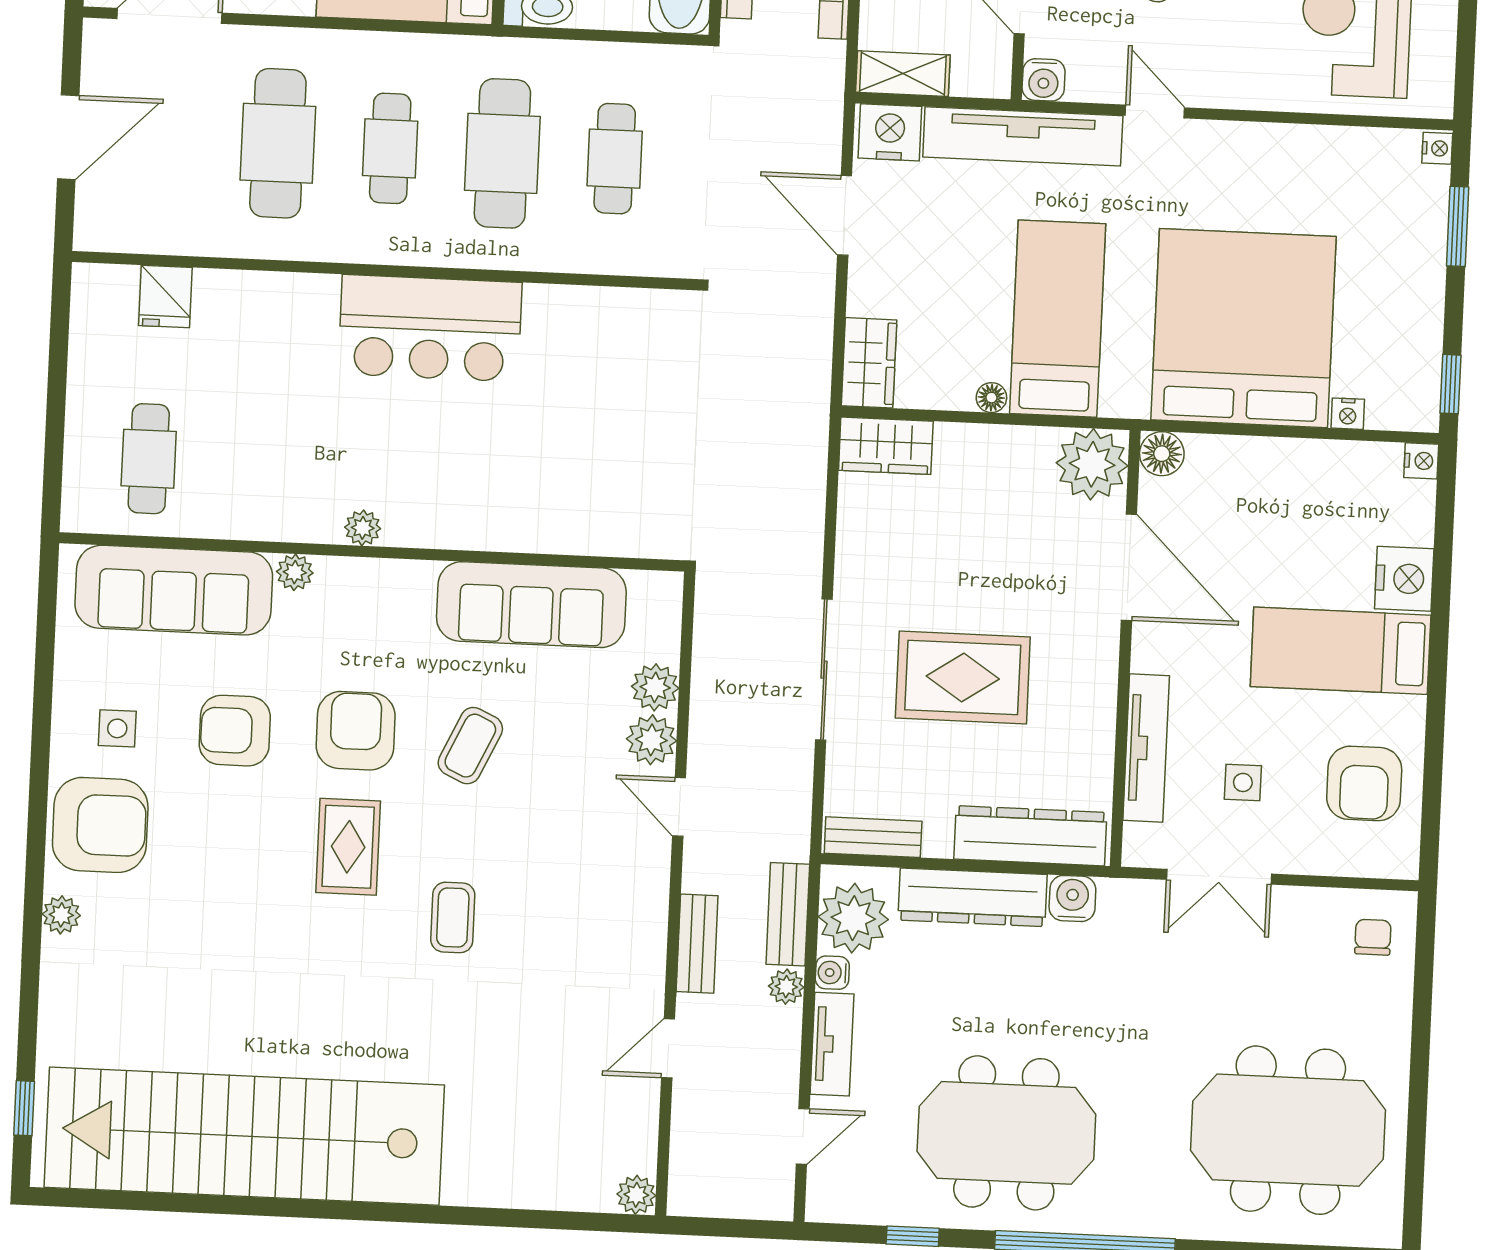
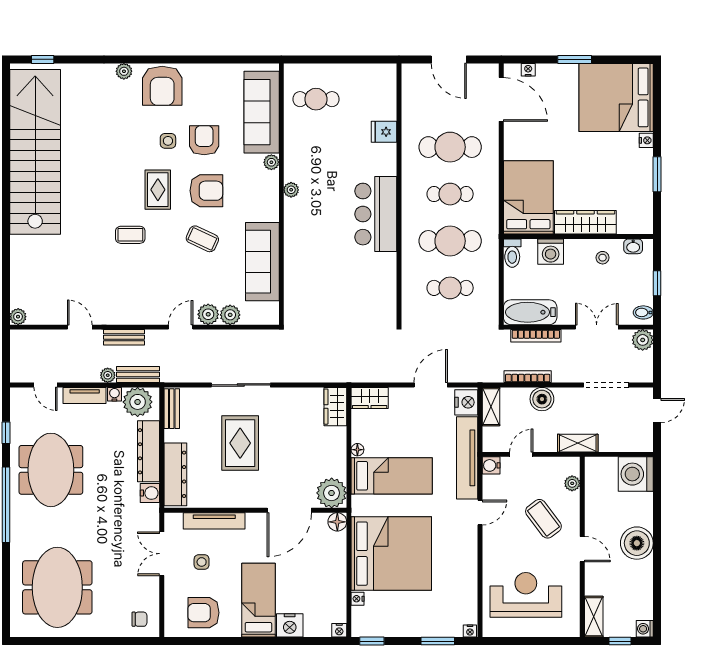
fridge: (165, 296) -> (384, 132), moved
side table: (117, 728) -> (168, 141), moved
rug: (348, 847) -> (158, 190), turned 90

